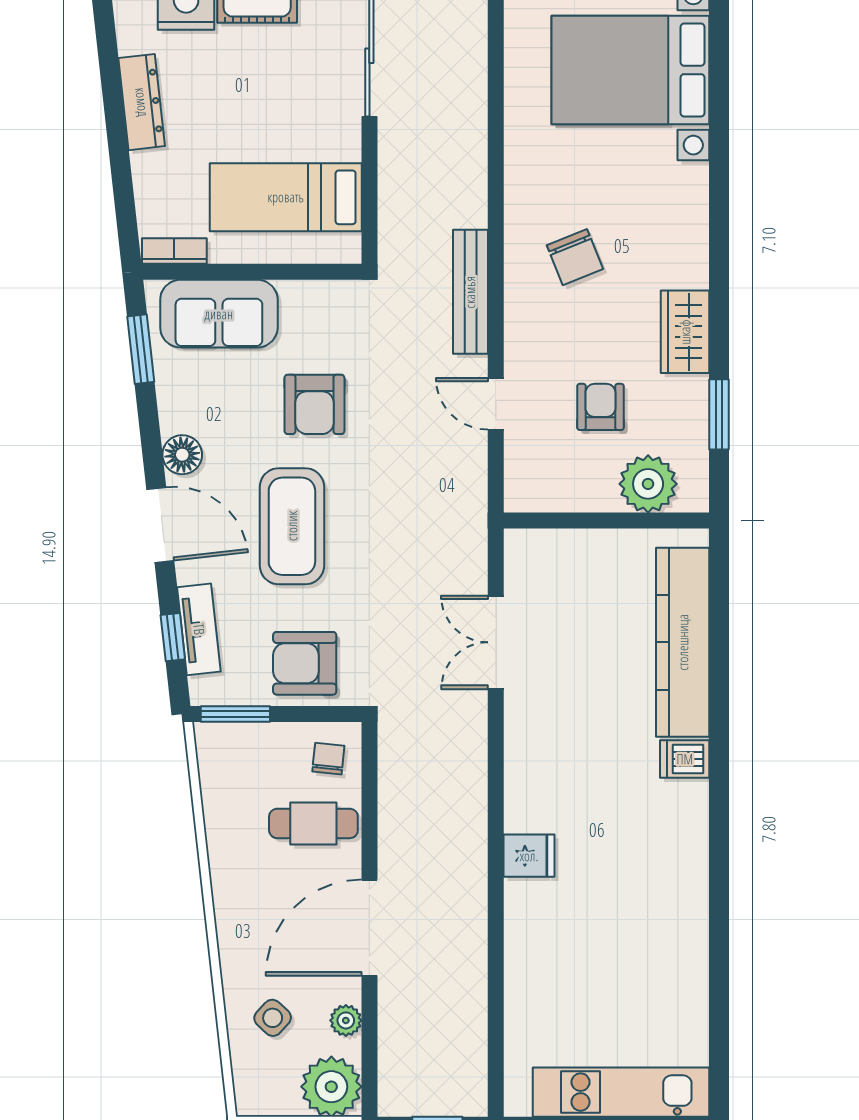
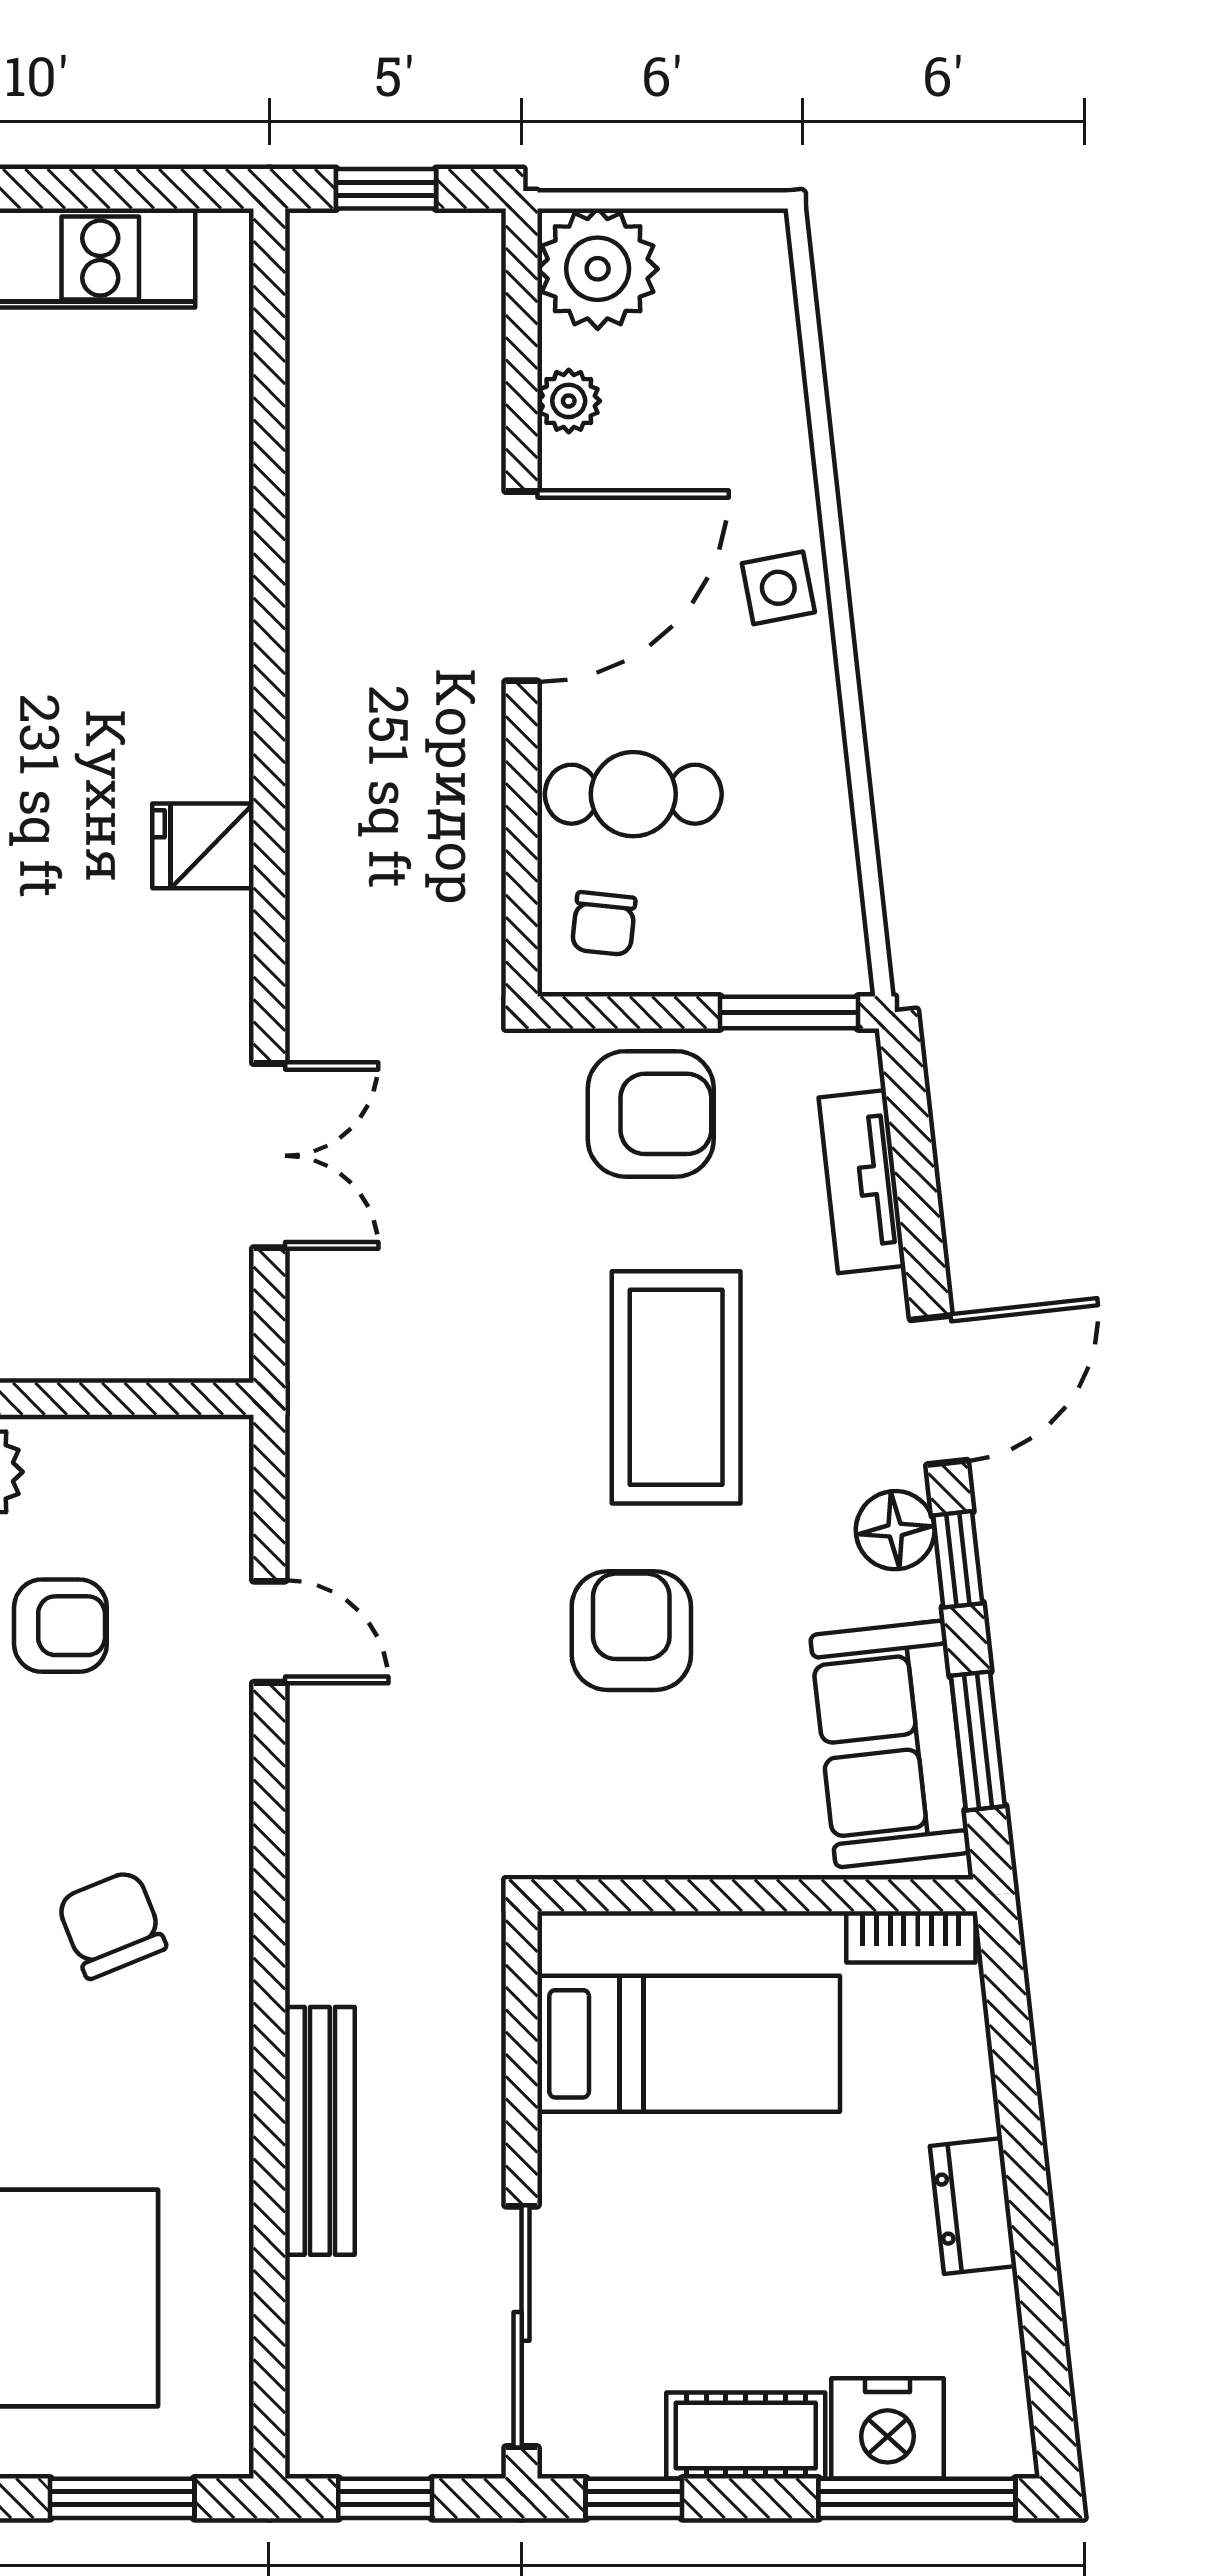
dresser: (142, 102) -> (973, 2206), width x0.70
bench: (470, 292) -> (320, 2131), moved
sofa: (219, 314) -> (890, 1744), moved, turned -96
armchair: (600, 407) -> (60, 1626), turned -90
door: (160, 525) -> (939, 1390), swing flipped
window: (173, 637) -> (958, 1559), moved
fridge: (529, 856) -> (203, 846), moved
side table: (273, 1018) -> (778, 588), moved, turned 36

